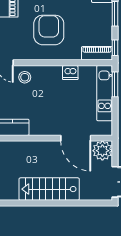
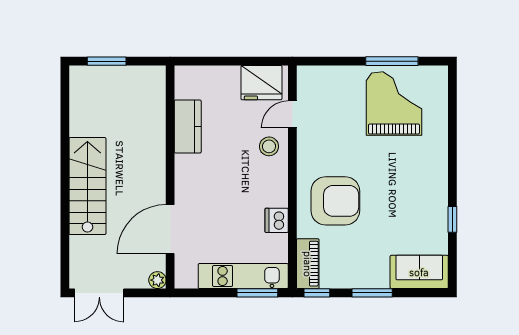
armchair: (49, 30) -> (335, 201), moved
plant: (102, 151) -> (157, 280), width x0.53, depth x0.53

